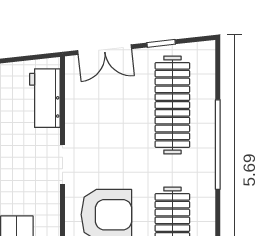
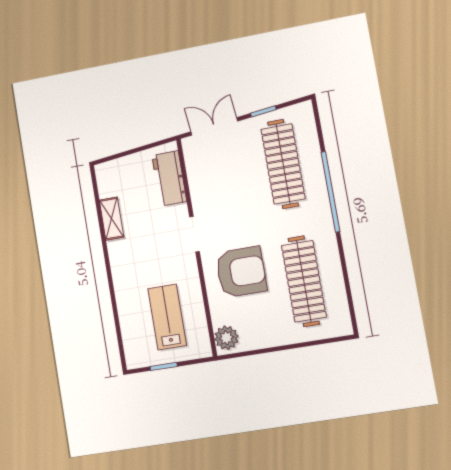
double door: (105, 50) -> (214, 126), swing flipped

